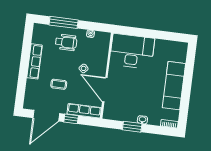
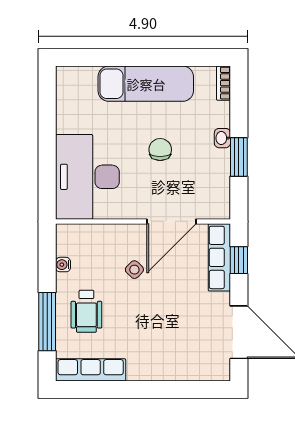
wheelchair: (66, 42) -> (86, 311), turned 180
row of seats: (35, 61) -> (91, 370), moved
coffee table: (59, 84) -> (172, 315), removed
chair: (141, 89) -> (160, 150), added
window: (71, 119) -> (239, 260), moved

